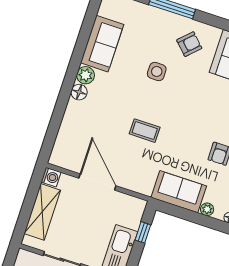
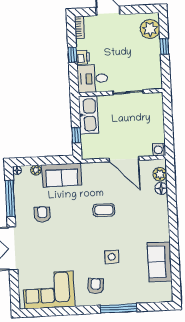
armchair: (189, 44) -> (96, 286), turned 140
plant: (86, 75) -> (160, 174), moved
floor lamp: (79, 92) -> (161, 188), moved
shelving: (42, 212) -> (156, 122), removed

